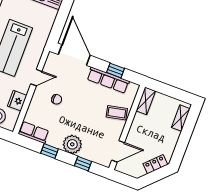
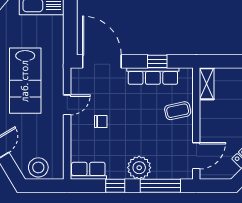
fridge: (17, 101) -> (55, 141), removed
window: (83, 164) -> (160, 186), width x2.17

